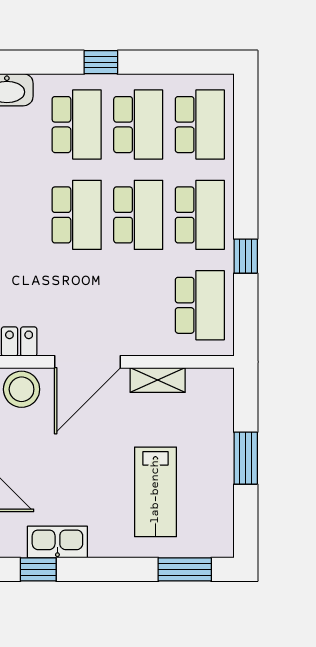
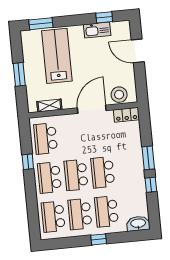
shelving: (158, 380) -> (49, 105), moved
lab bench: (155, 492) -> (57, 56), width x1.36, depth x1.39

